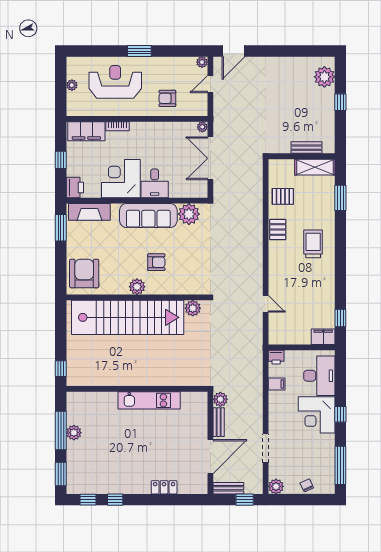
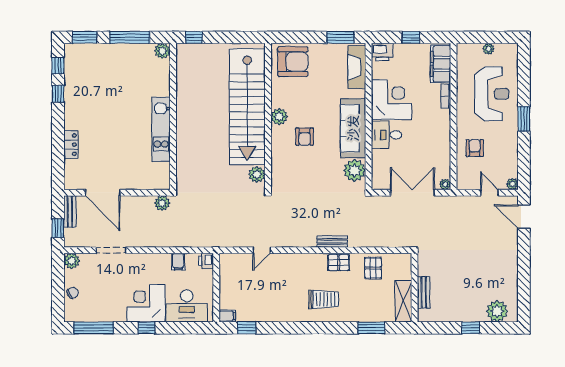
filing cabinet: (323, 337) -> (227, 316), width x0.50
bench: (219, 422) -> (332, 242), moved
plant: (74, 433) -> (162, 51), moved

